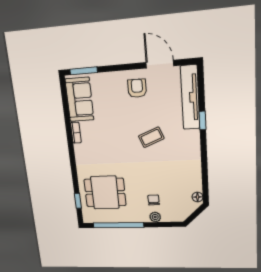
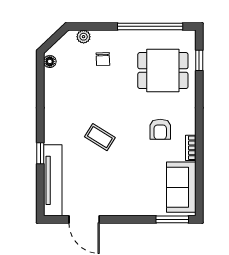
armchair: (137, 88) -> (160, 129), moved
coffee table: (151, 137) -> (100, 137), turned 54
plant: (155, 217) -> (84, 37), moved

